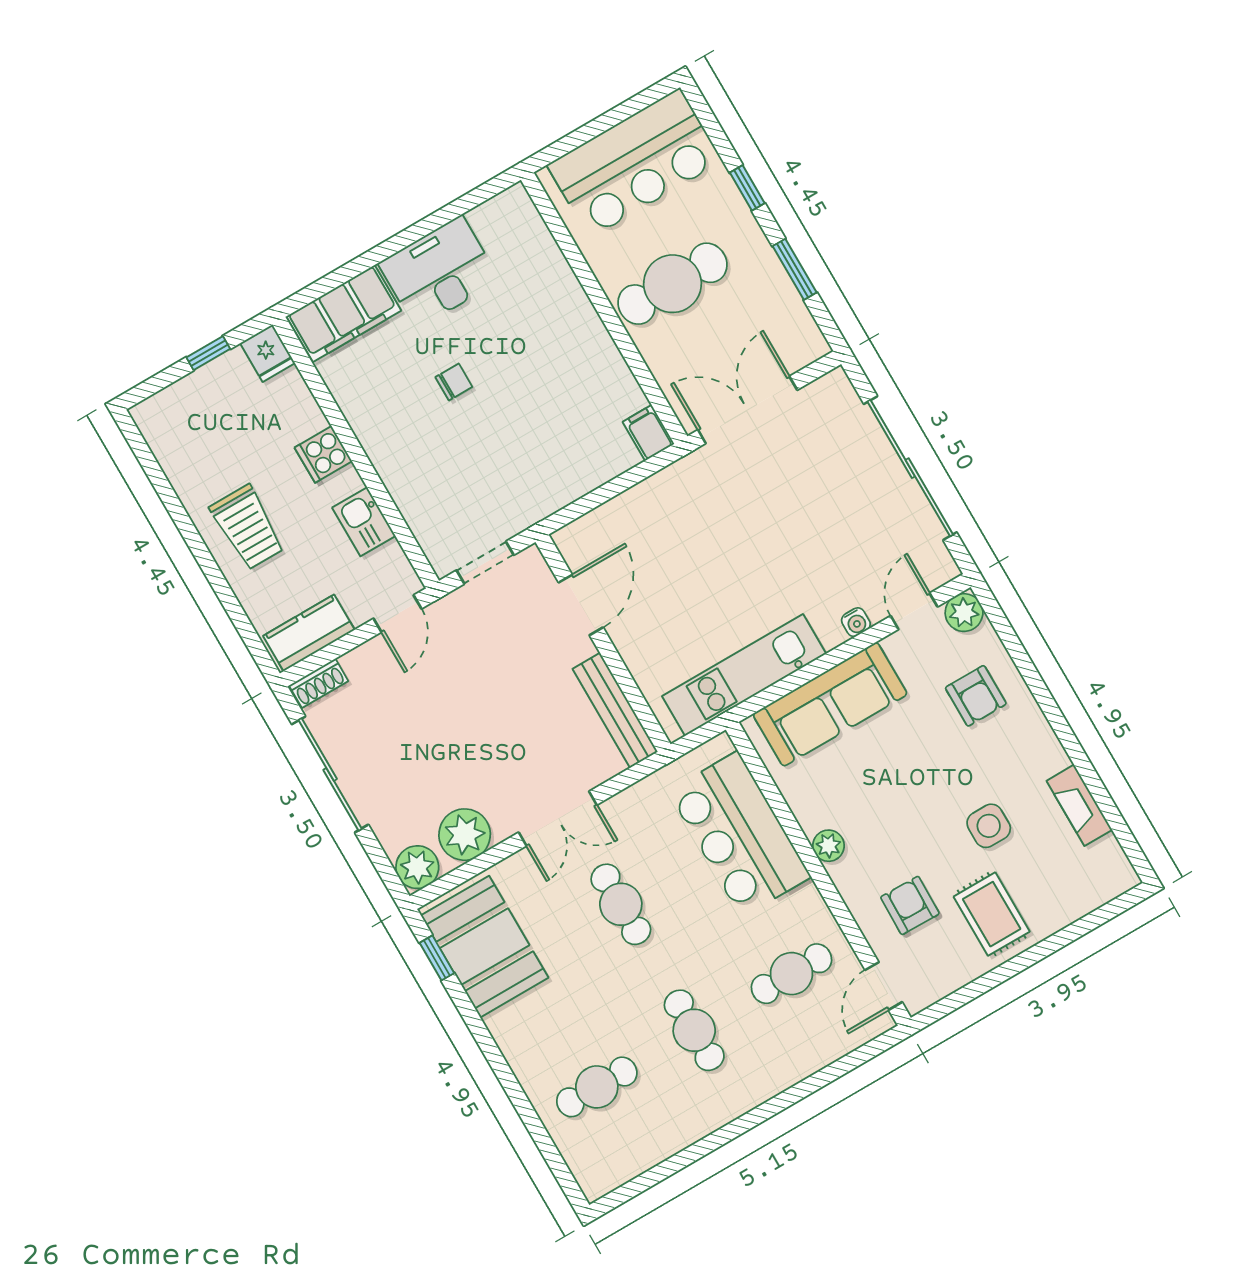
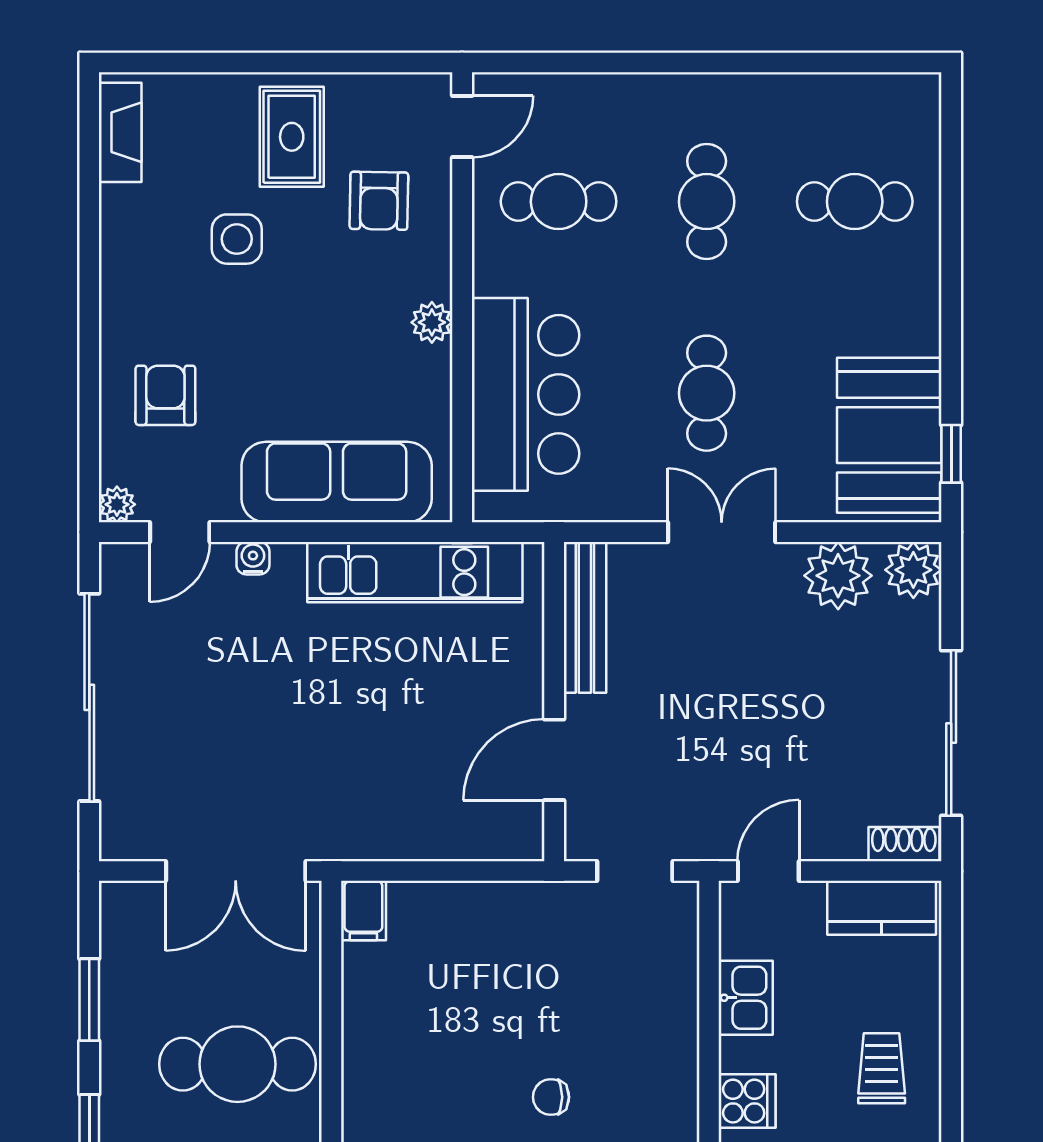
trolley: (247, 527) -> (882, 1068), width x0.73, depth x0.72
plant: (964, 613) -> (117, 504), width x0.73, depth x0.73
fireplace: (1079, 805) -> (120, 132), moved

